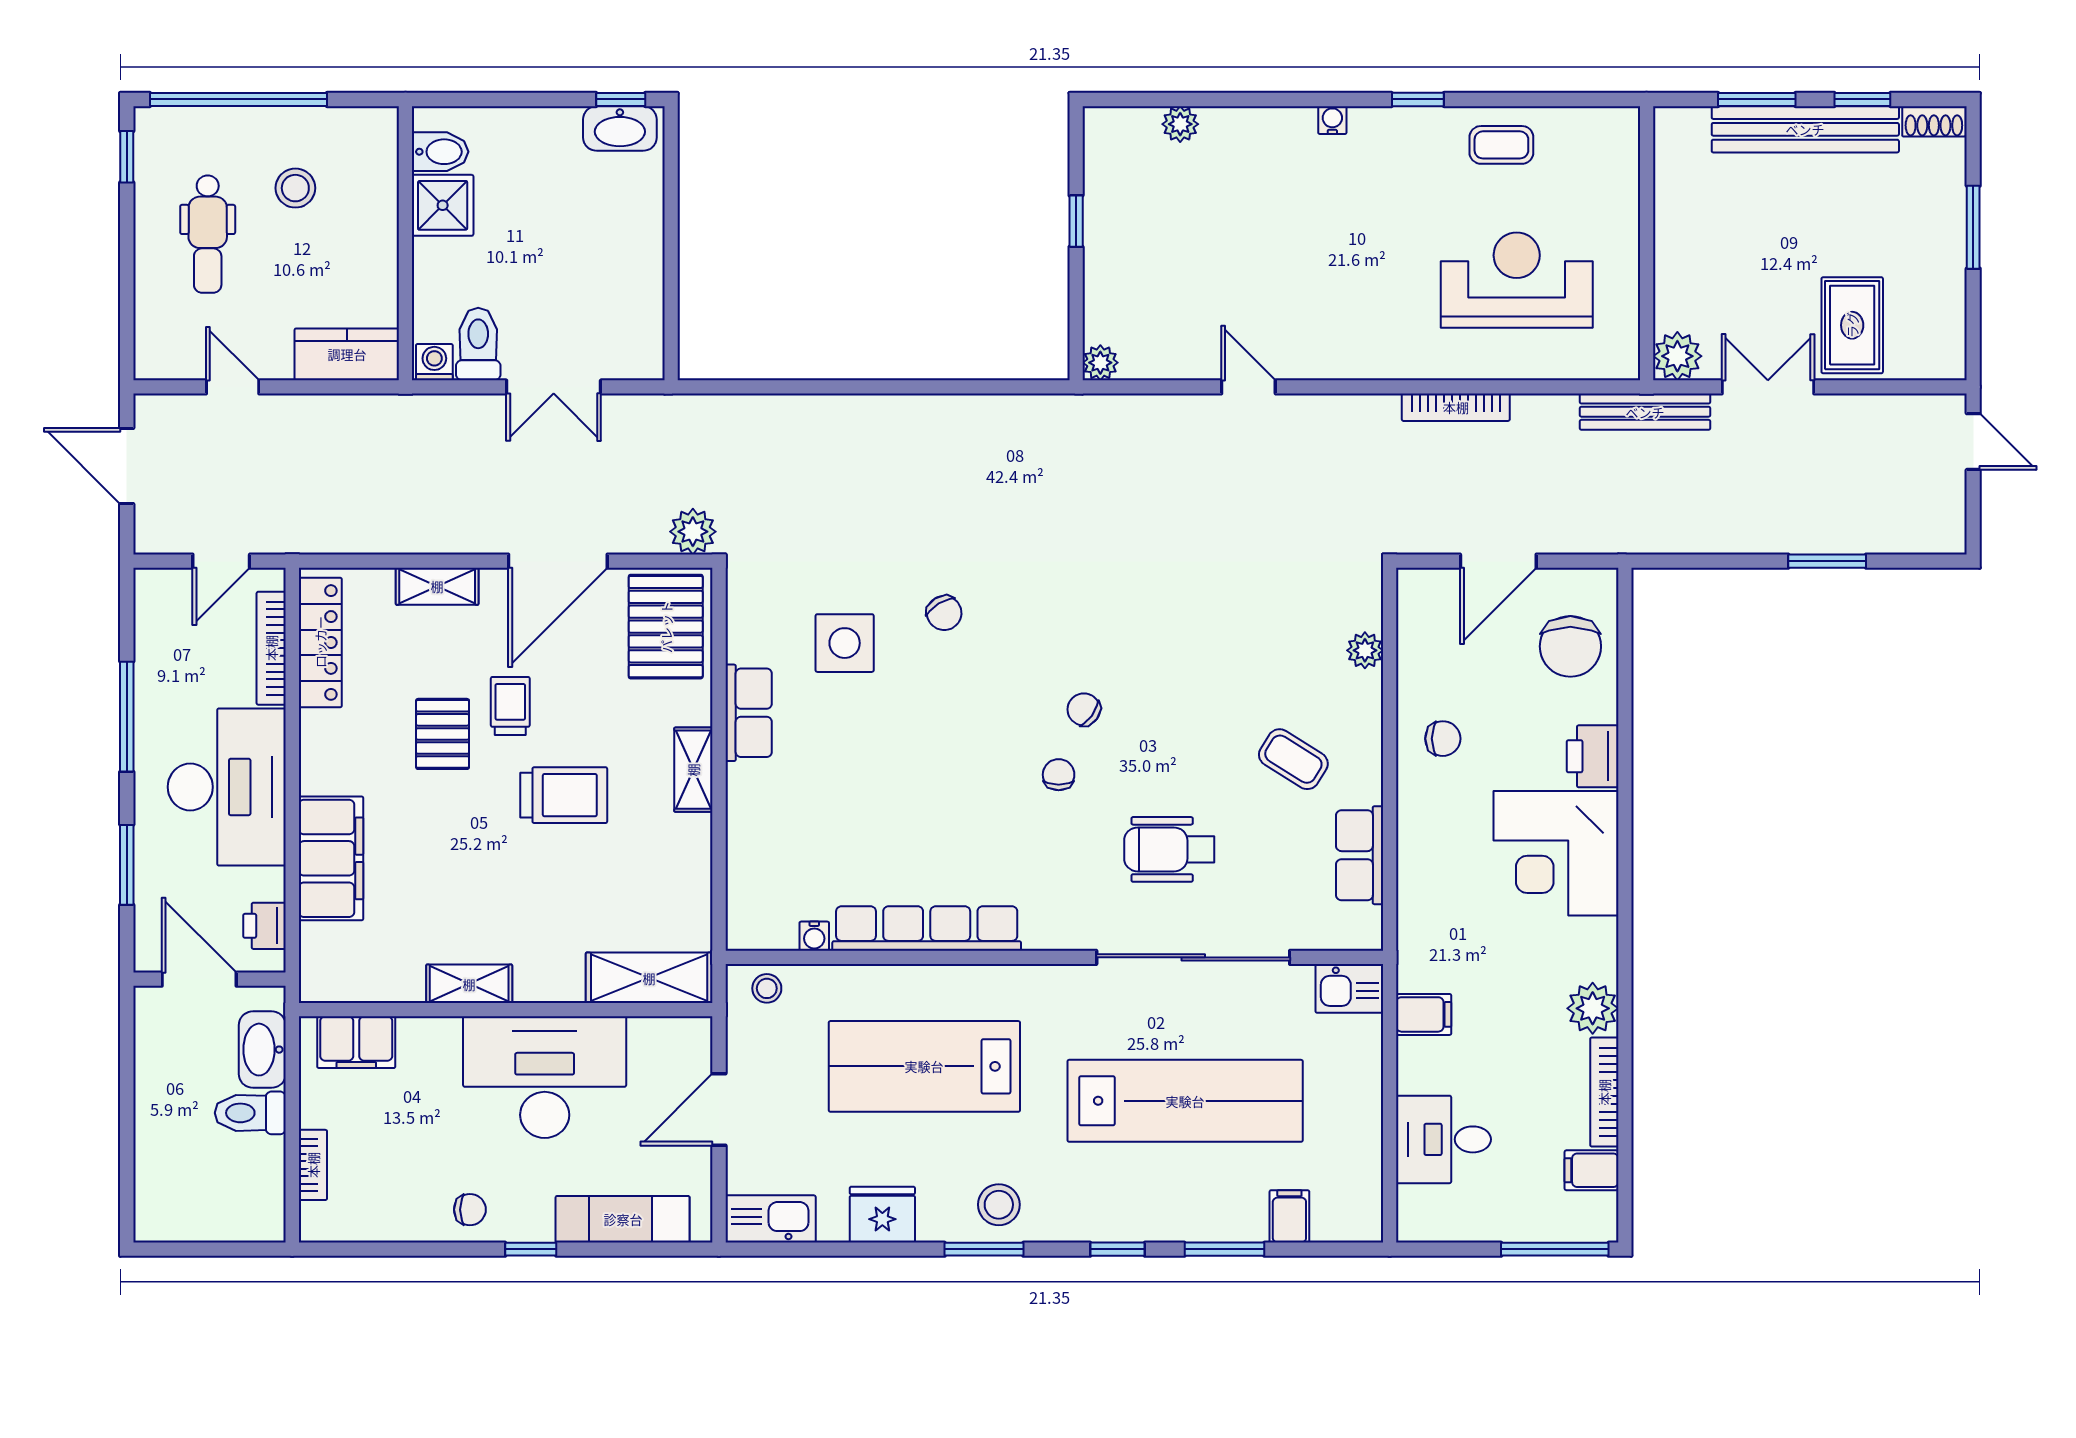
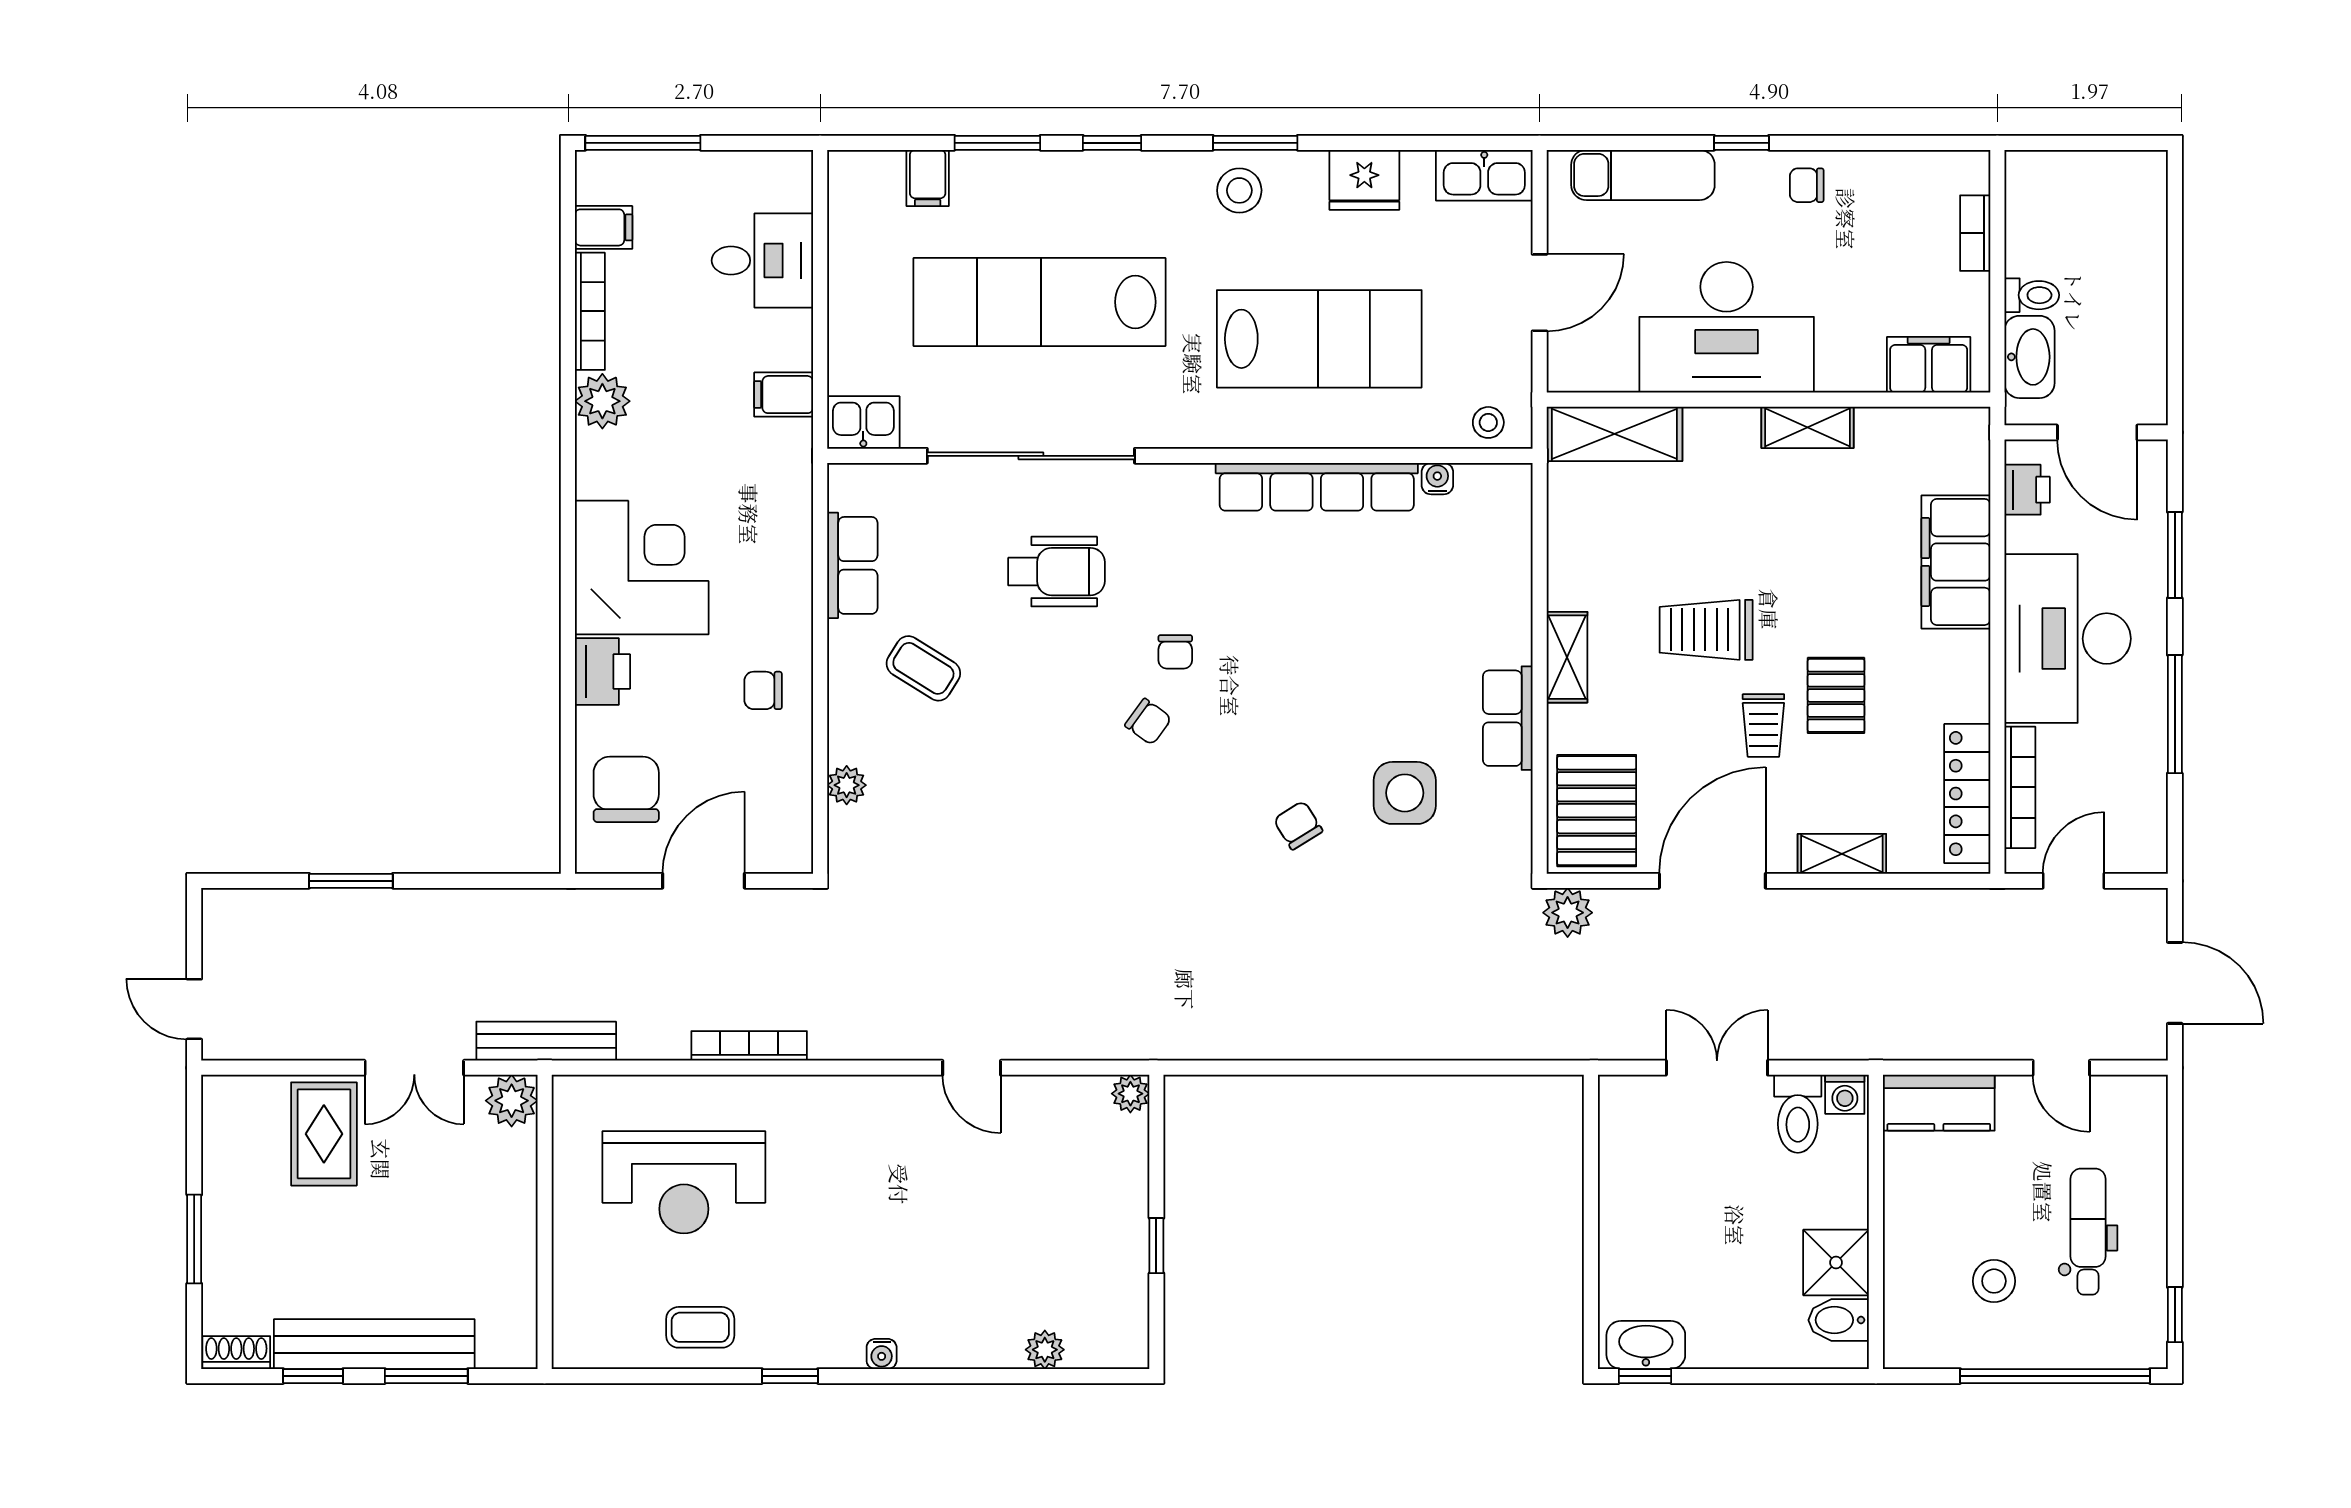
toilet: (250, 1113) -> (2032, 295), width x0.73, depth x0.72

